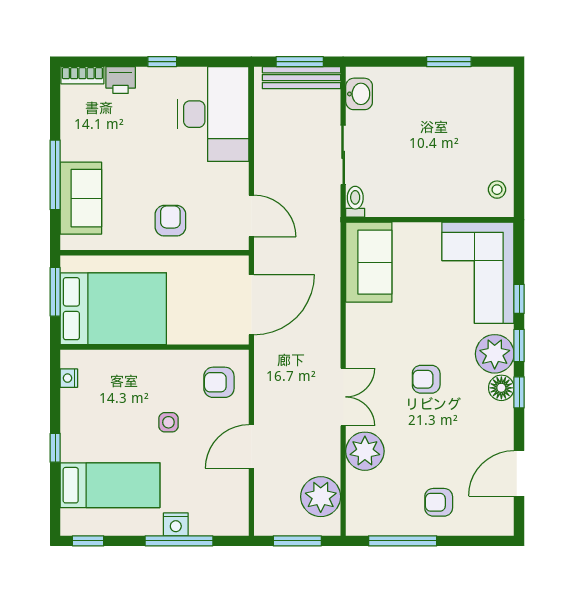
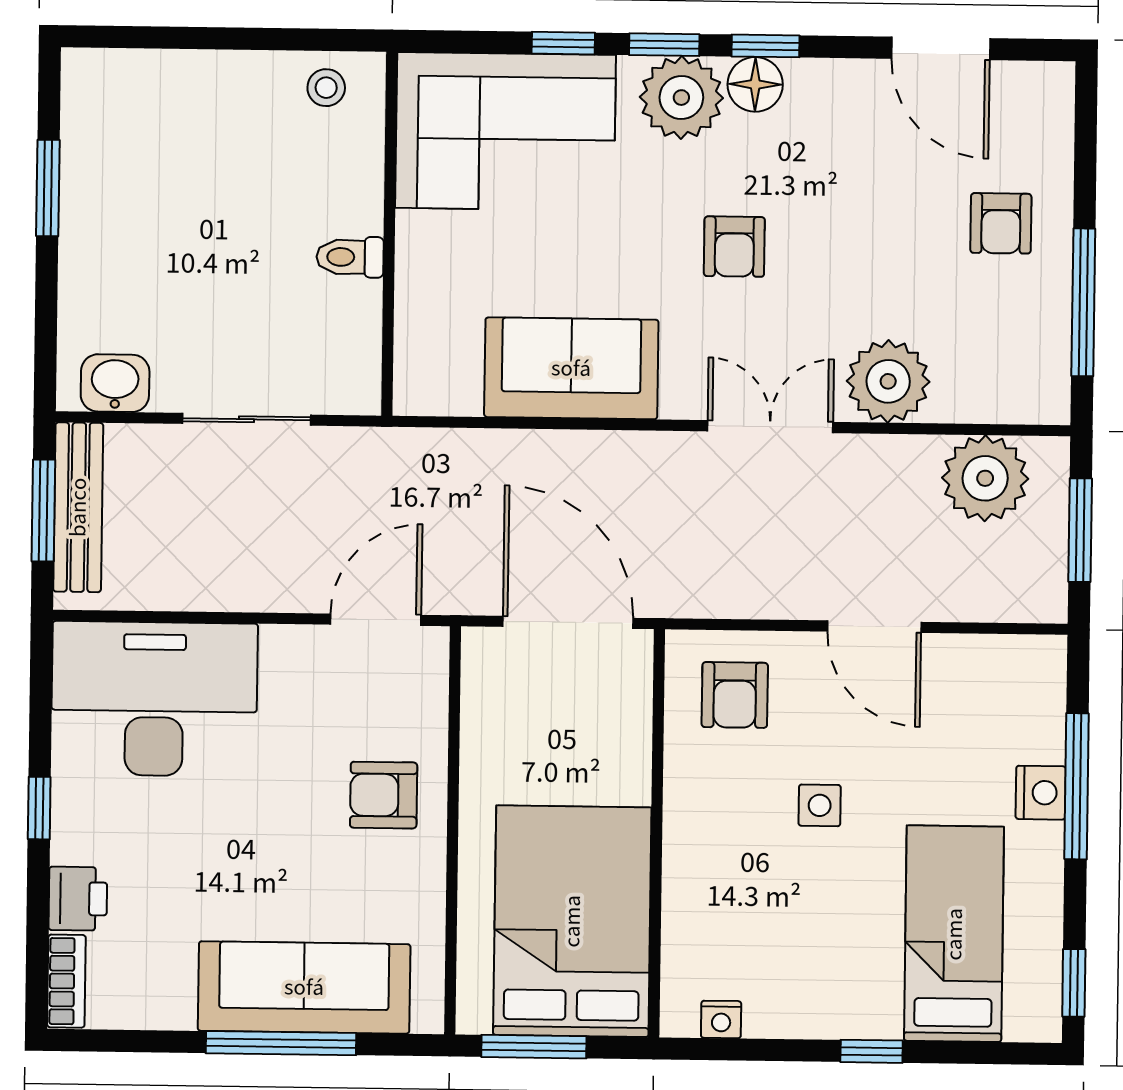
sofa: (81, 198) -> (304, 987), width x1.36
toilet: (355, 202) -> (350, 257), moved
sofa: (369, 262) -> (571, 368), moved

